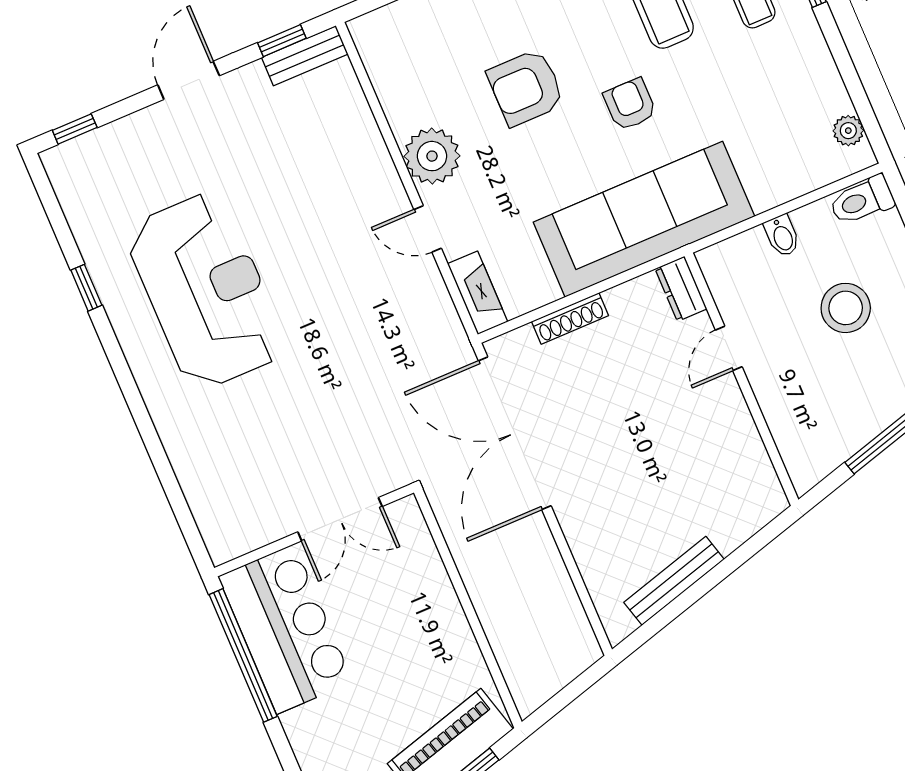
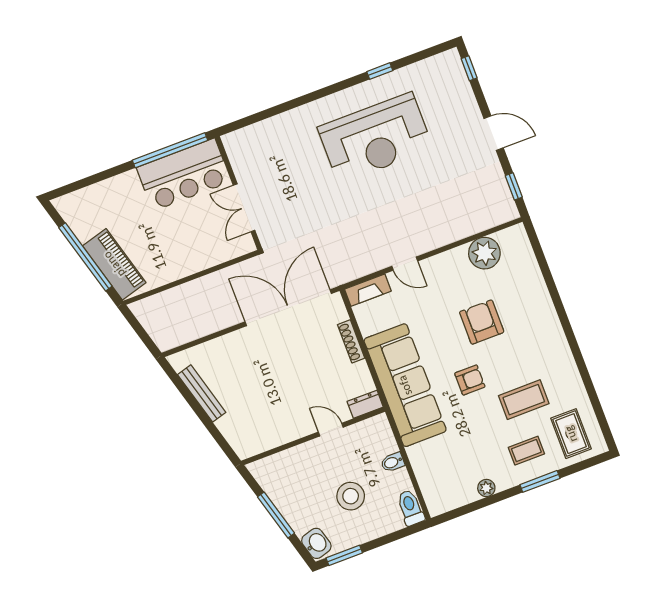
bench: (305, 56) -> (505, 199), removed
plant: (848, 131) -> (486, 488), moved
plant: (432, 156) -> (484, 253), moved
door: (428, 229) -> (405, 264), swing flipped

